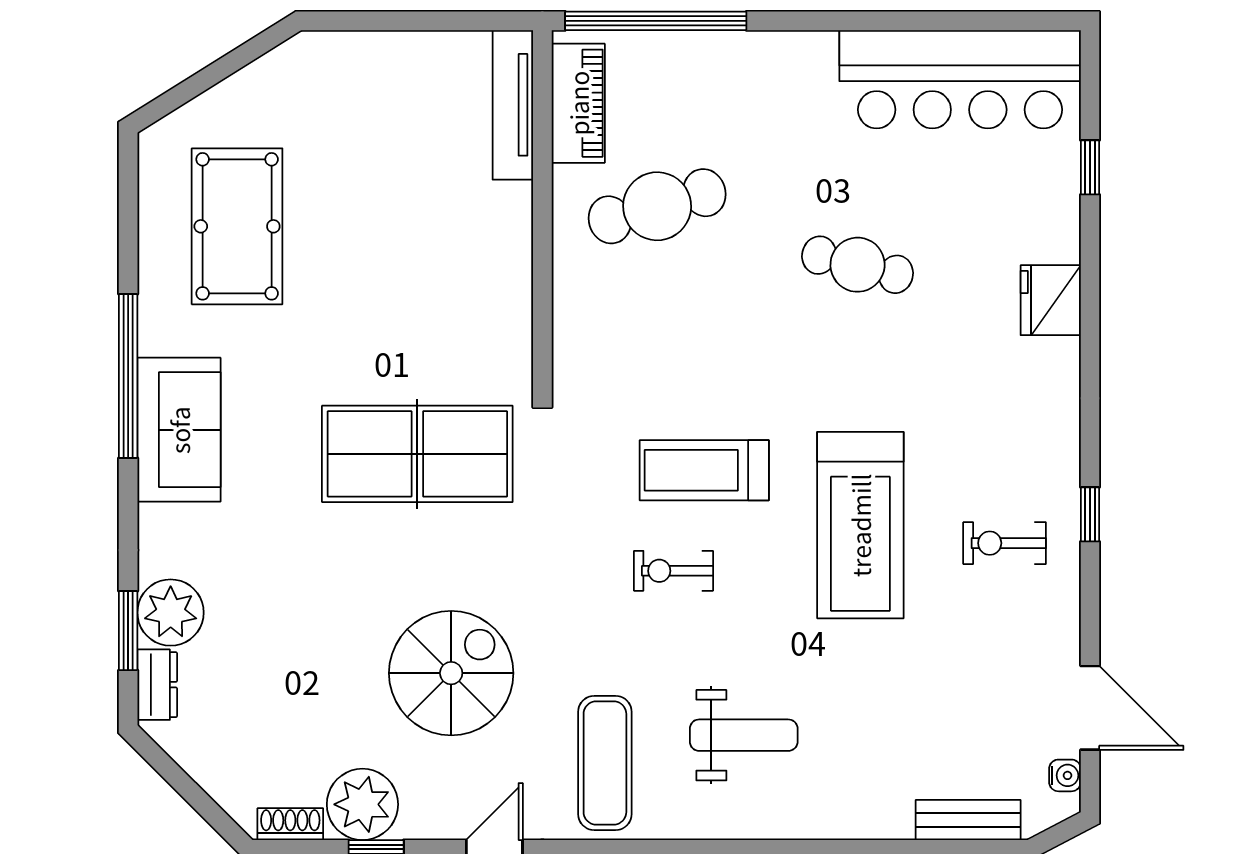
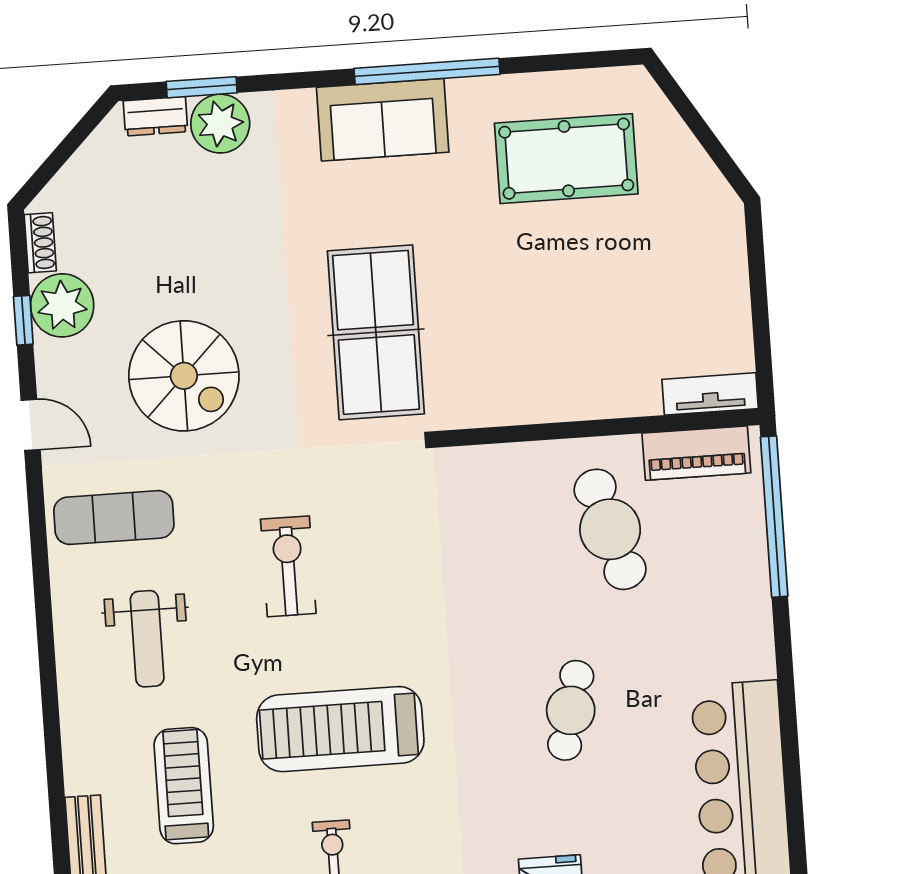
tv unit: (513, 105) -> (710, 394), width x0.71
treadmill: (704, 470) -> (184, 786), moved
exercise bike: (673, 571) -> (288, 566), width x1.38, depth x1.39

